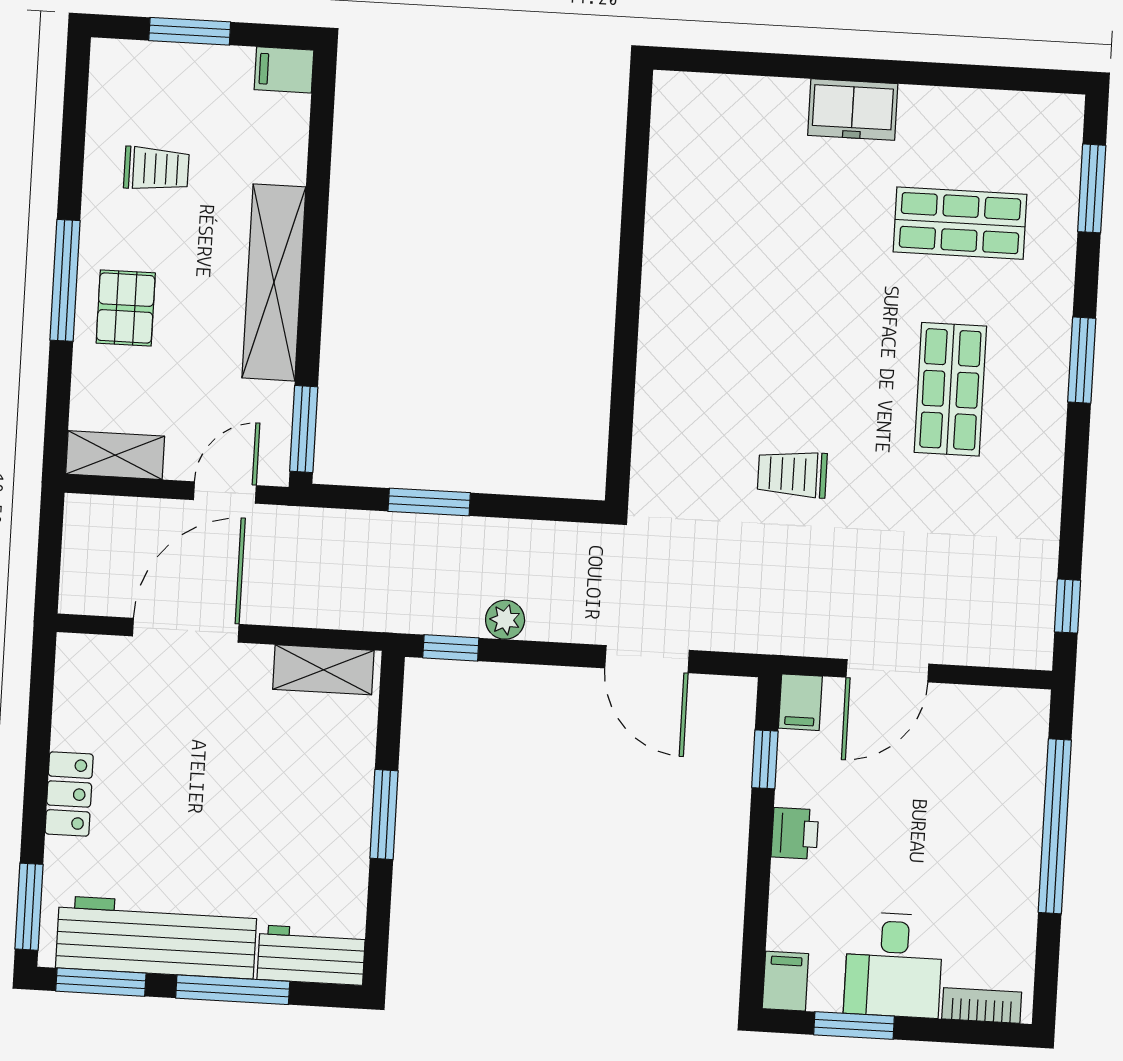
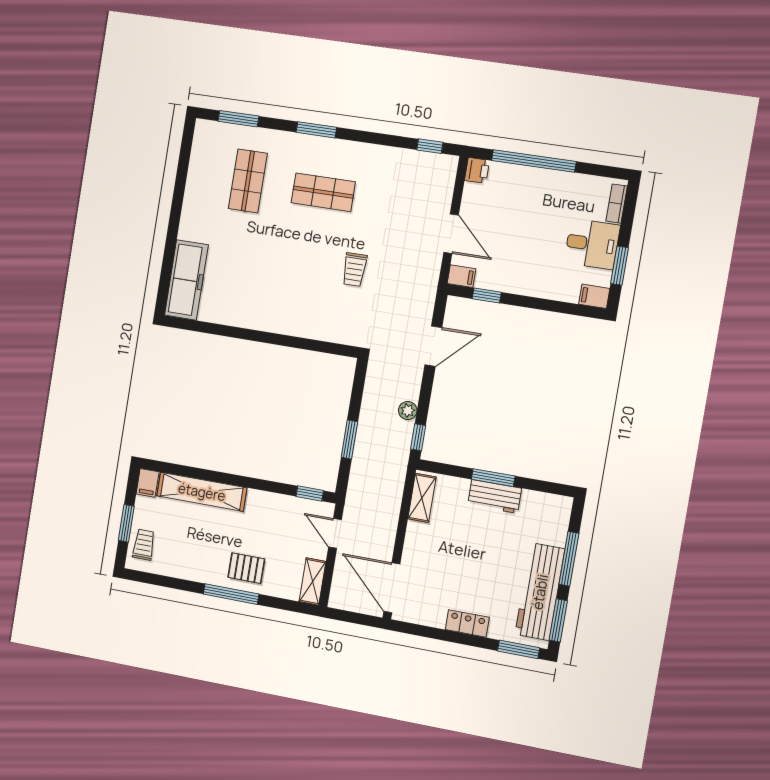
freezer: (853, 110) -> (186, 280), moved, width x1.91, depth x1.26
trolley: (156, 169) -> (144, 545), moved
shelving: (274, 282) -> (202, 492), moved
window: (304, 429) -> (310, 494), width x0.67
door: (186, 630) -> (392, 588), moved
printer: (795, 833) -> (477, 170), moved, turned 90
workbench: (311, 955) -> (495, 496), moved, turned -90

